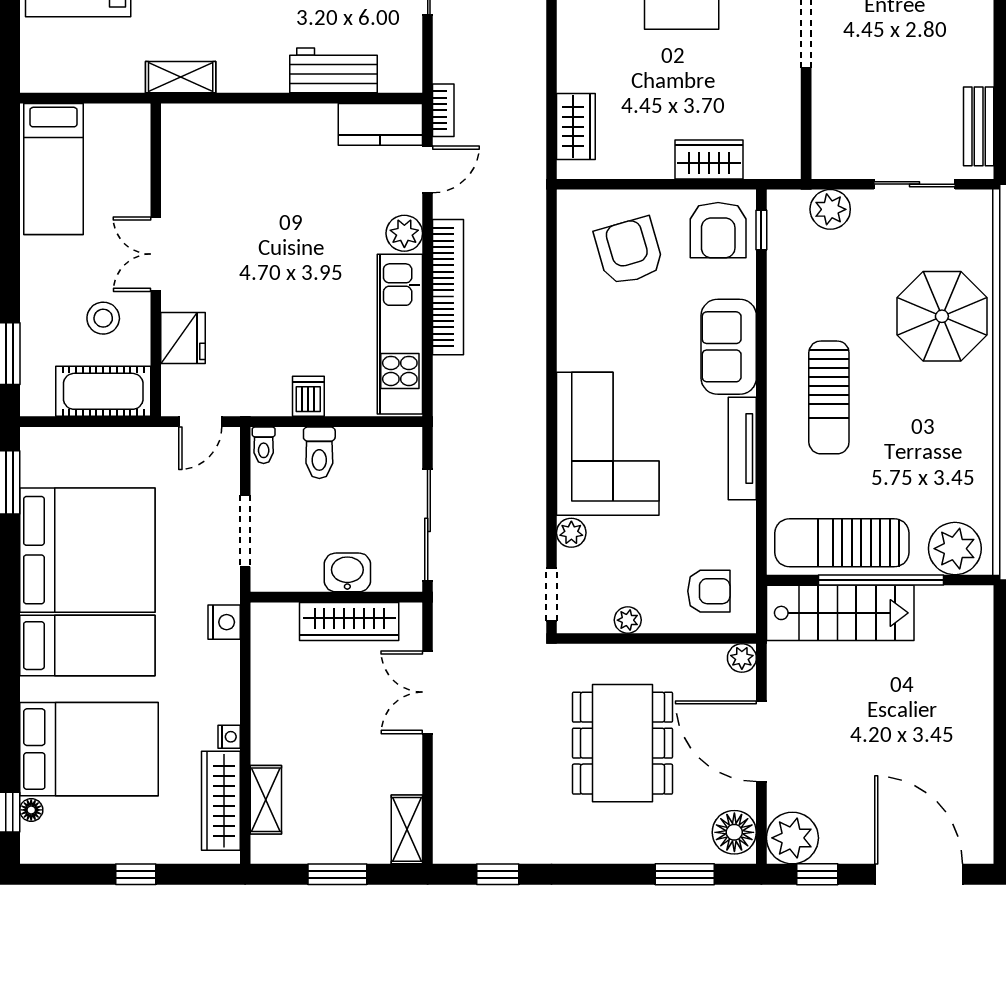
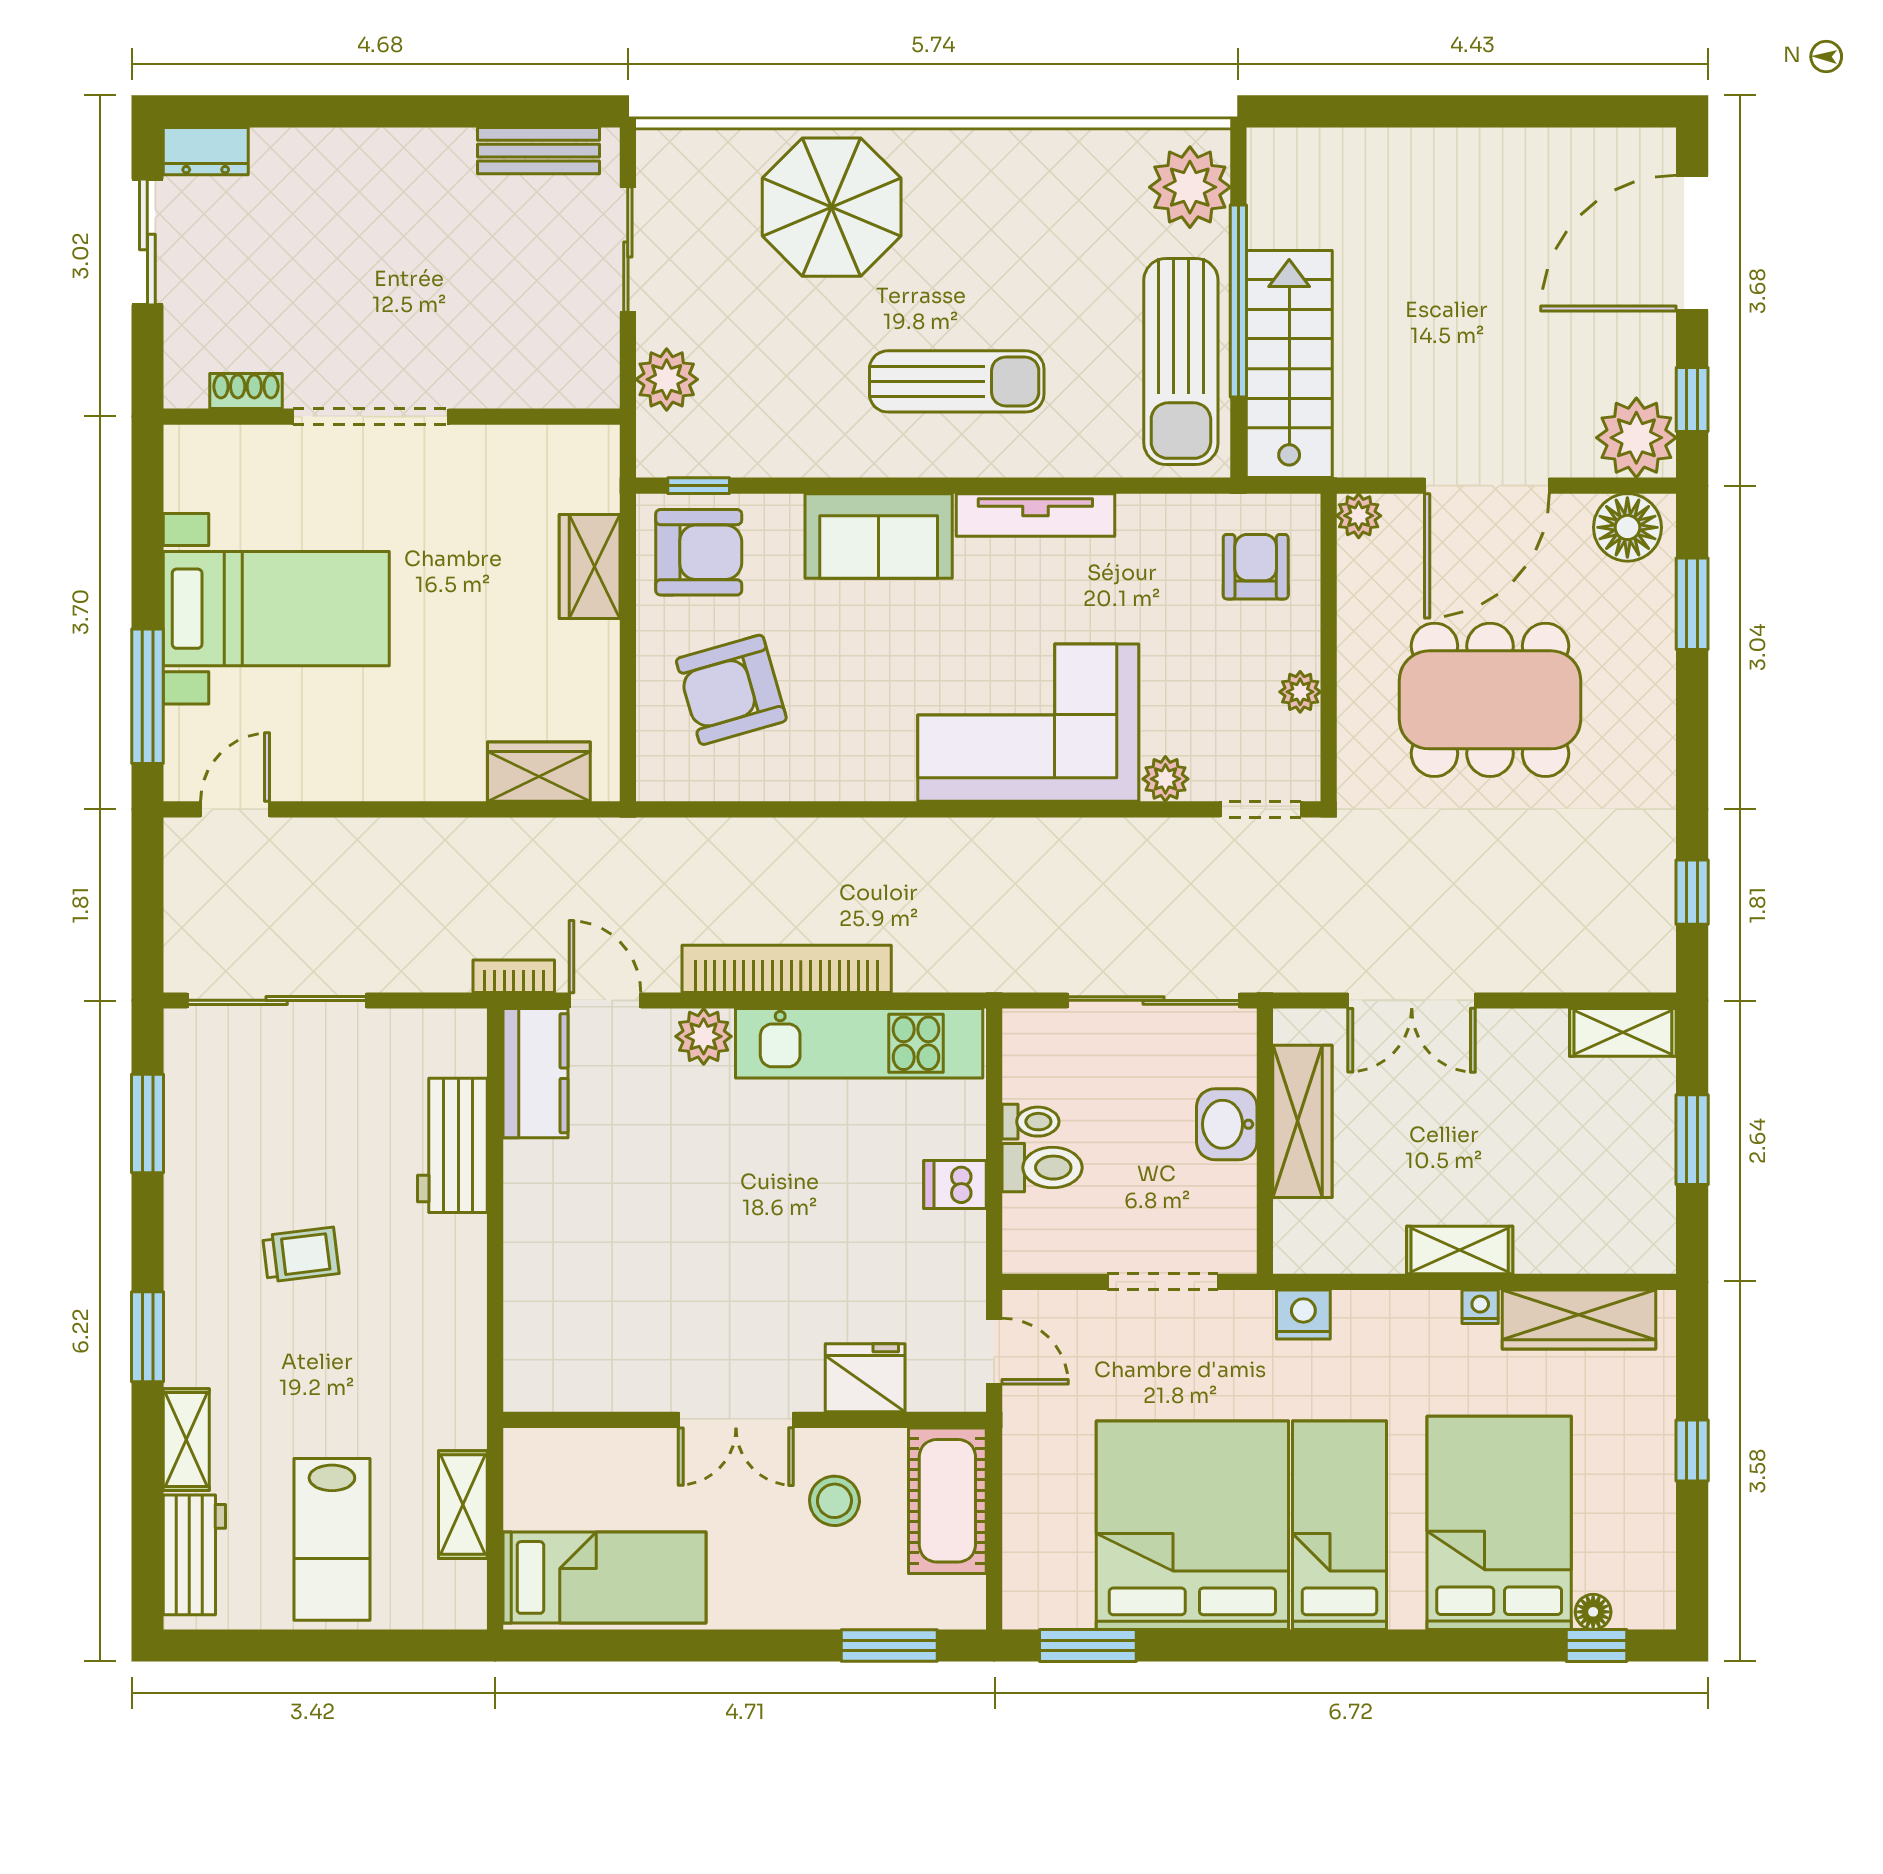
shelving: (181, 77) -> (463, 1505), moved
toilet: (264, 445) -> (1030, 1122), moved
shelving: (266, 800) -> (1460, 1250), moved

